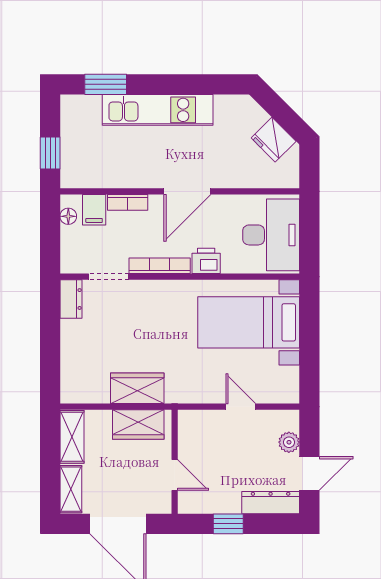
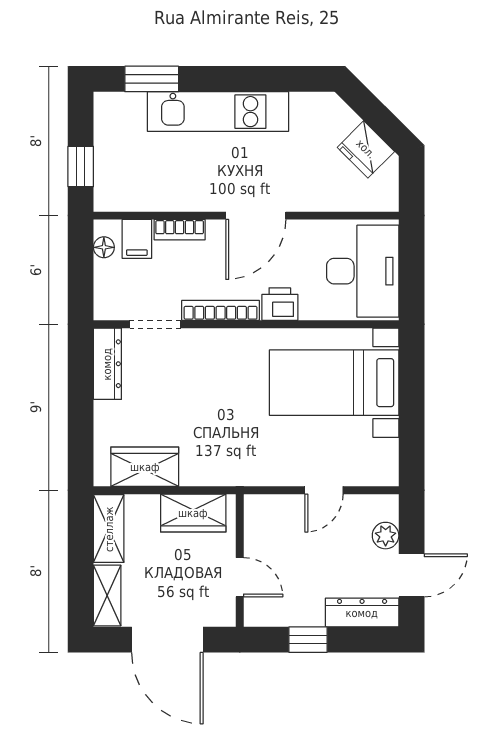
dresser: (71, 299) -> (107, 364), width x1.44
wardrobe: (137, 388) -> (145, 467), moved
door: (241, 407) -> (324, 490), swing flipped

